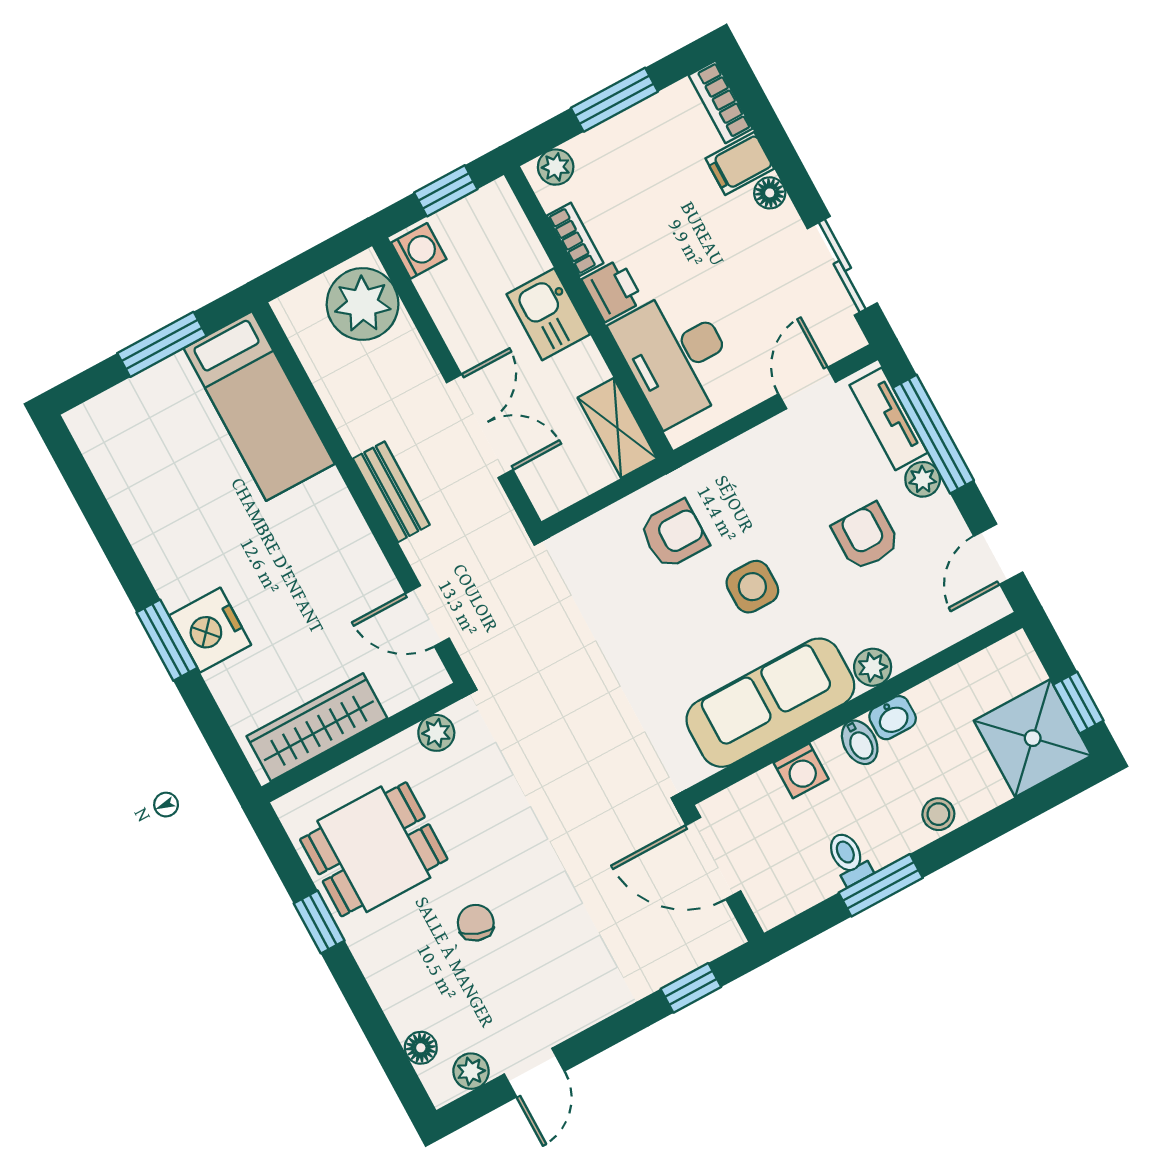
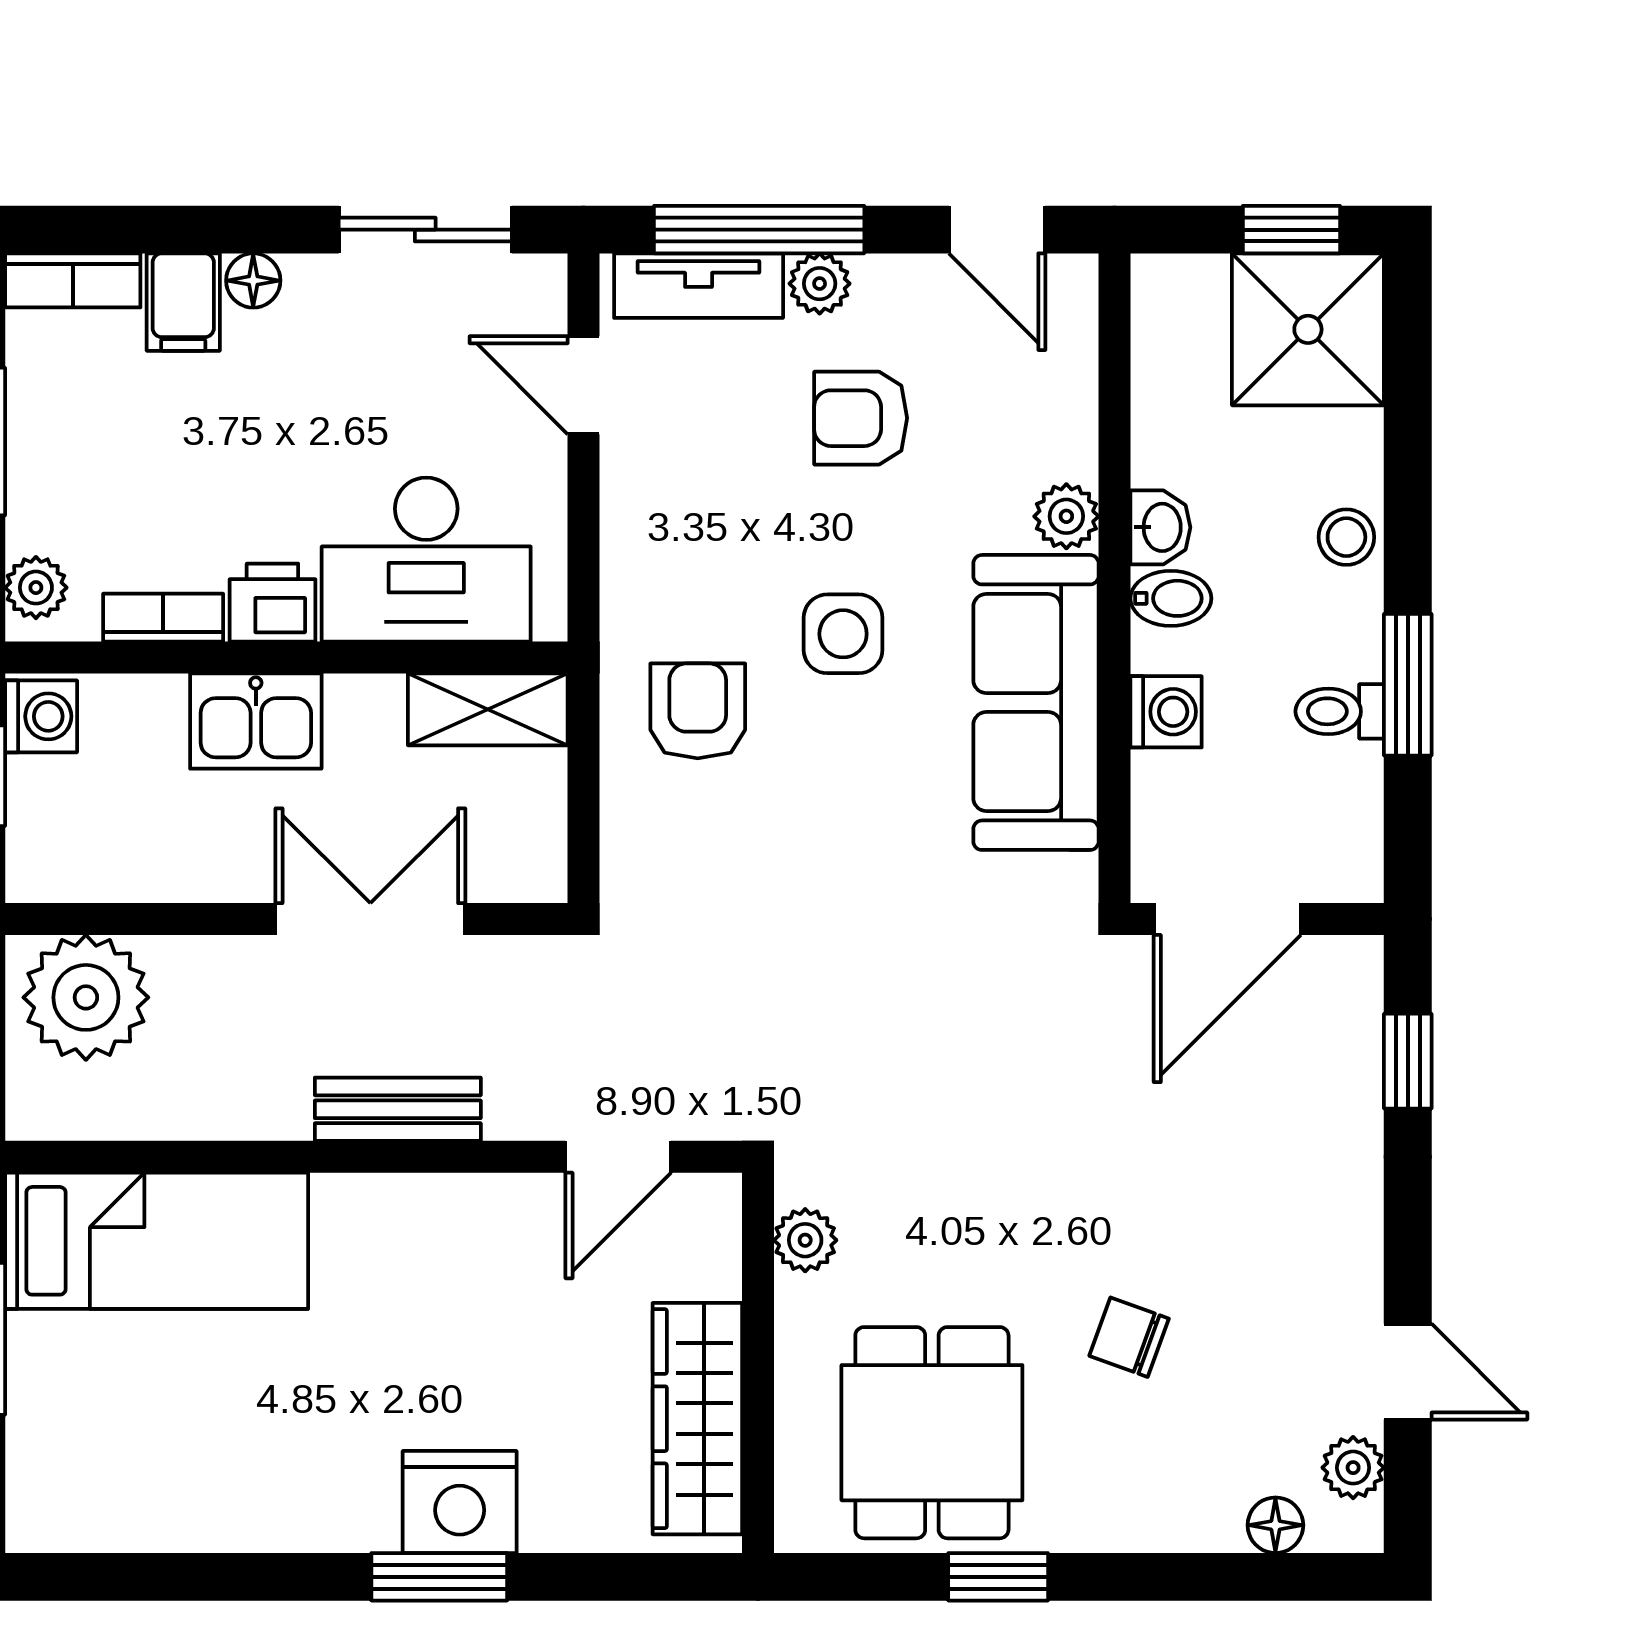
washing machine: (419, 251) -> (41, 716), moved, turned 90

